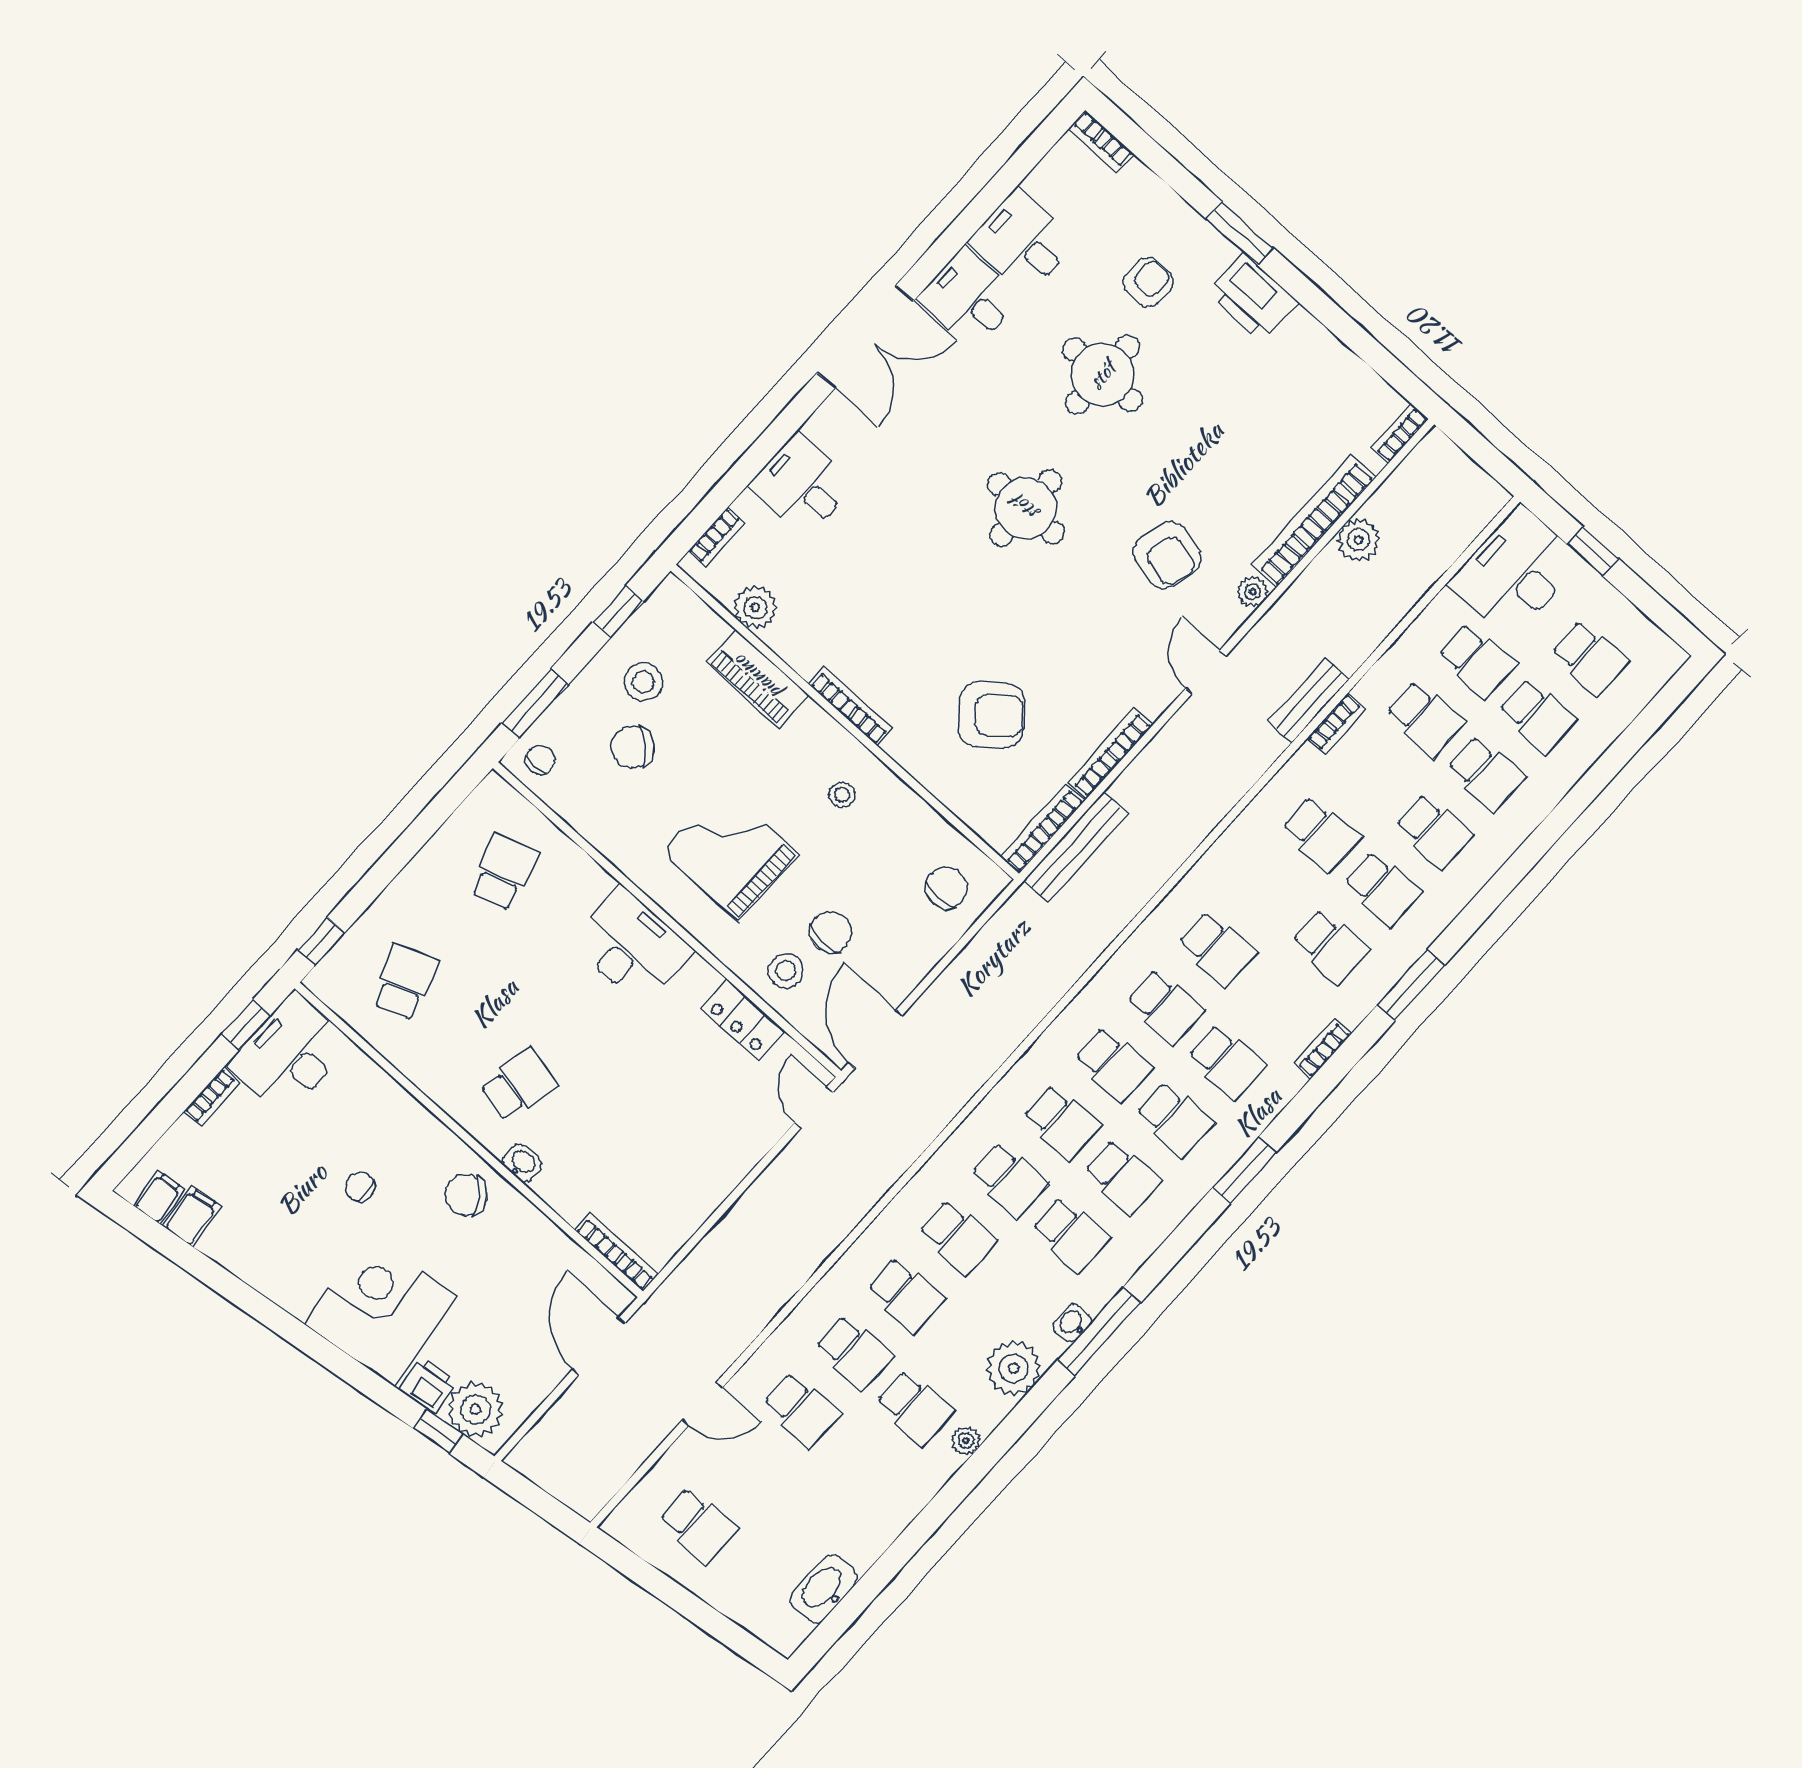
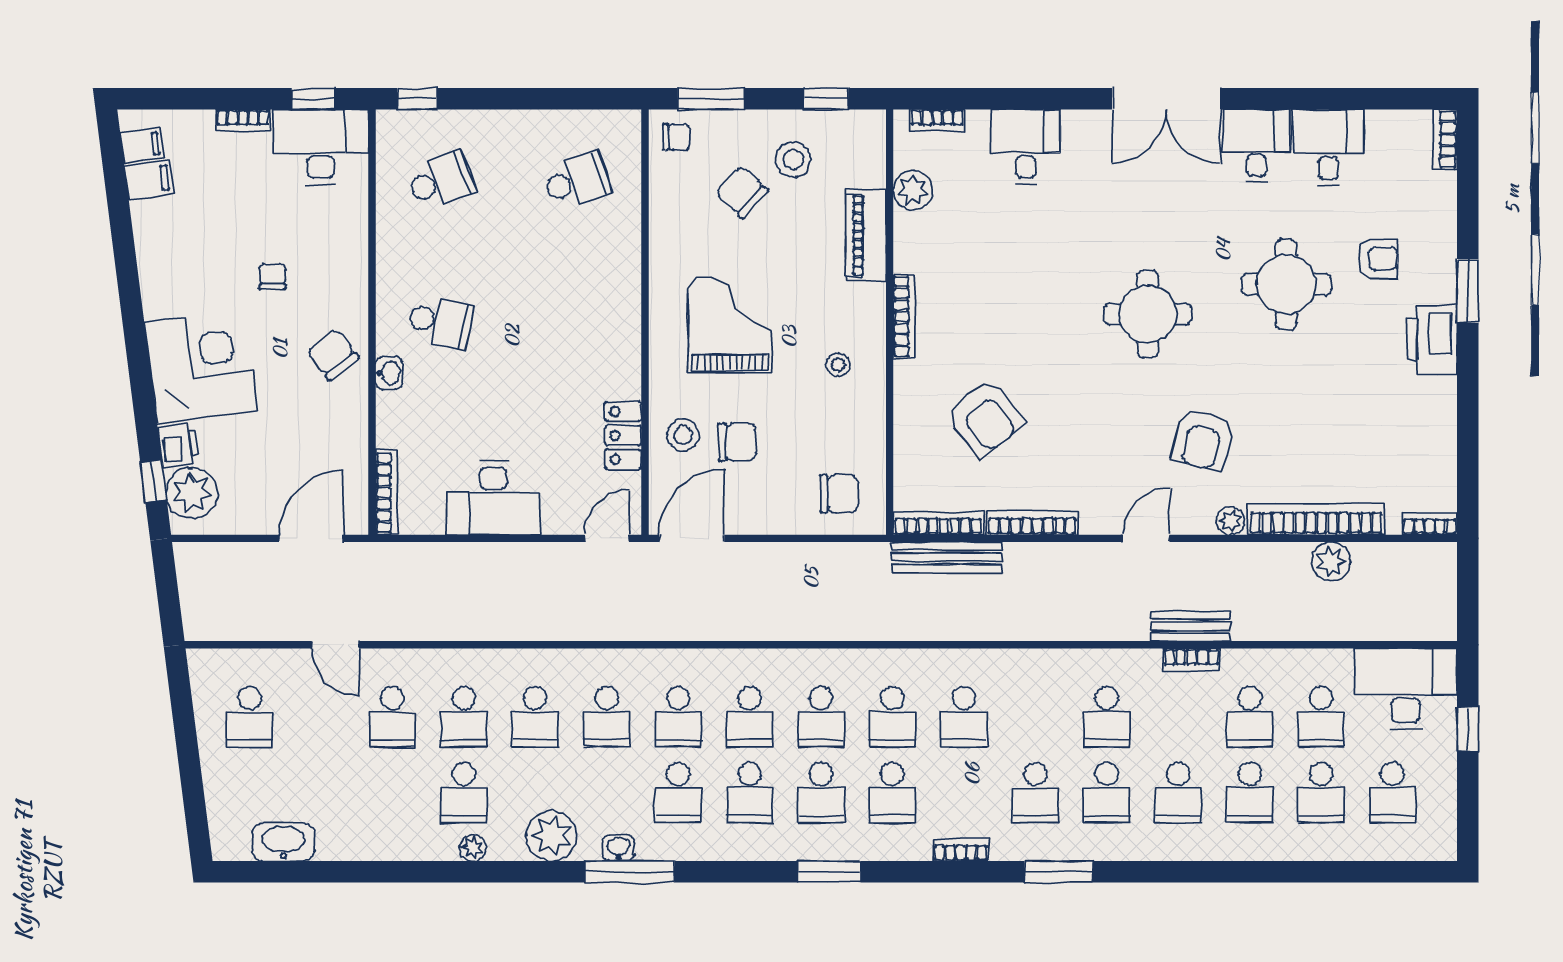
desk: (632, 947) -> (493, 498), moved, turned 90

